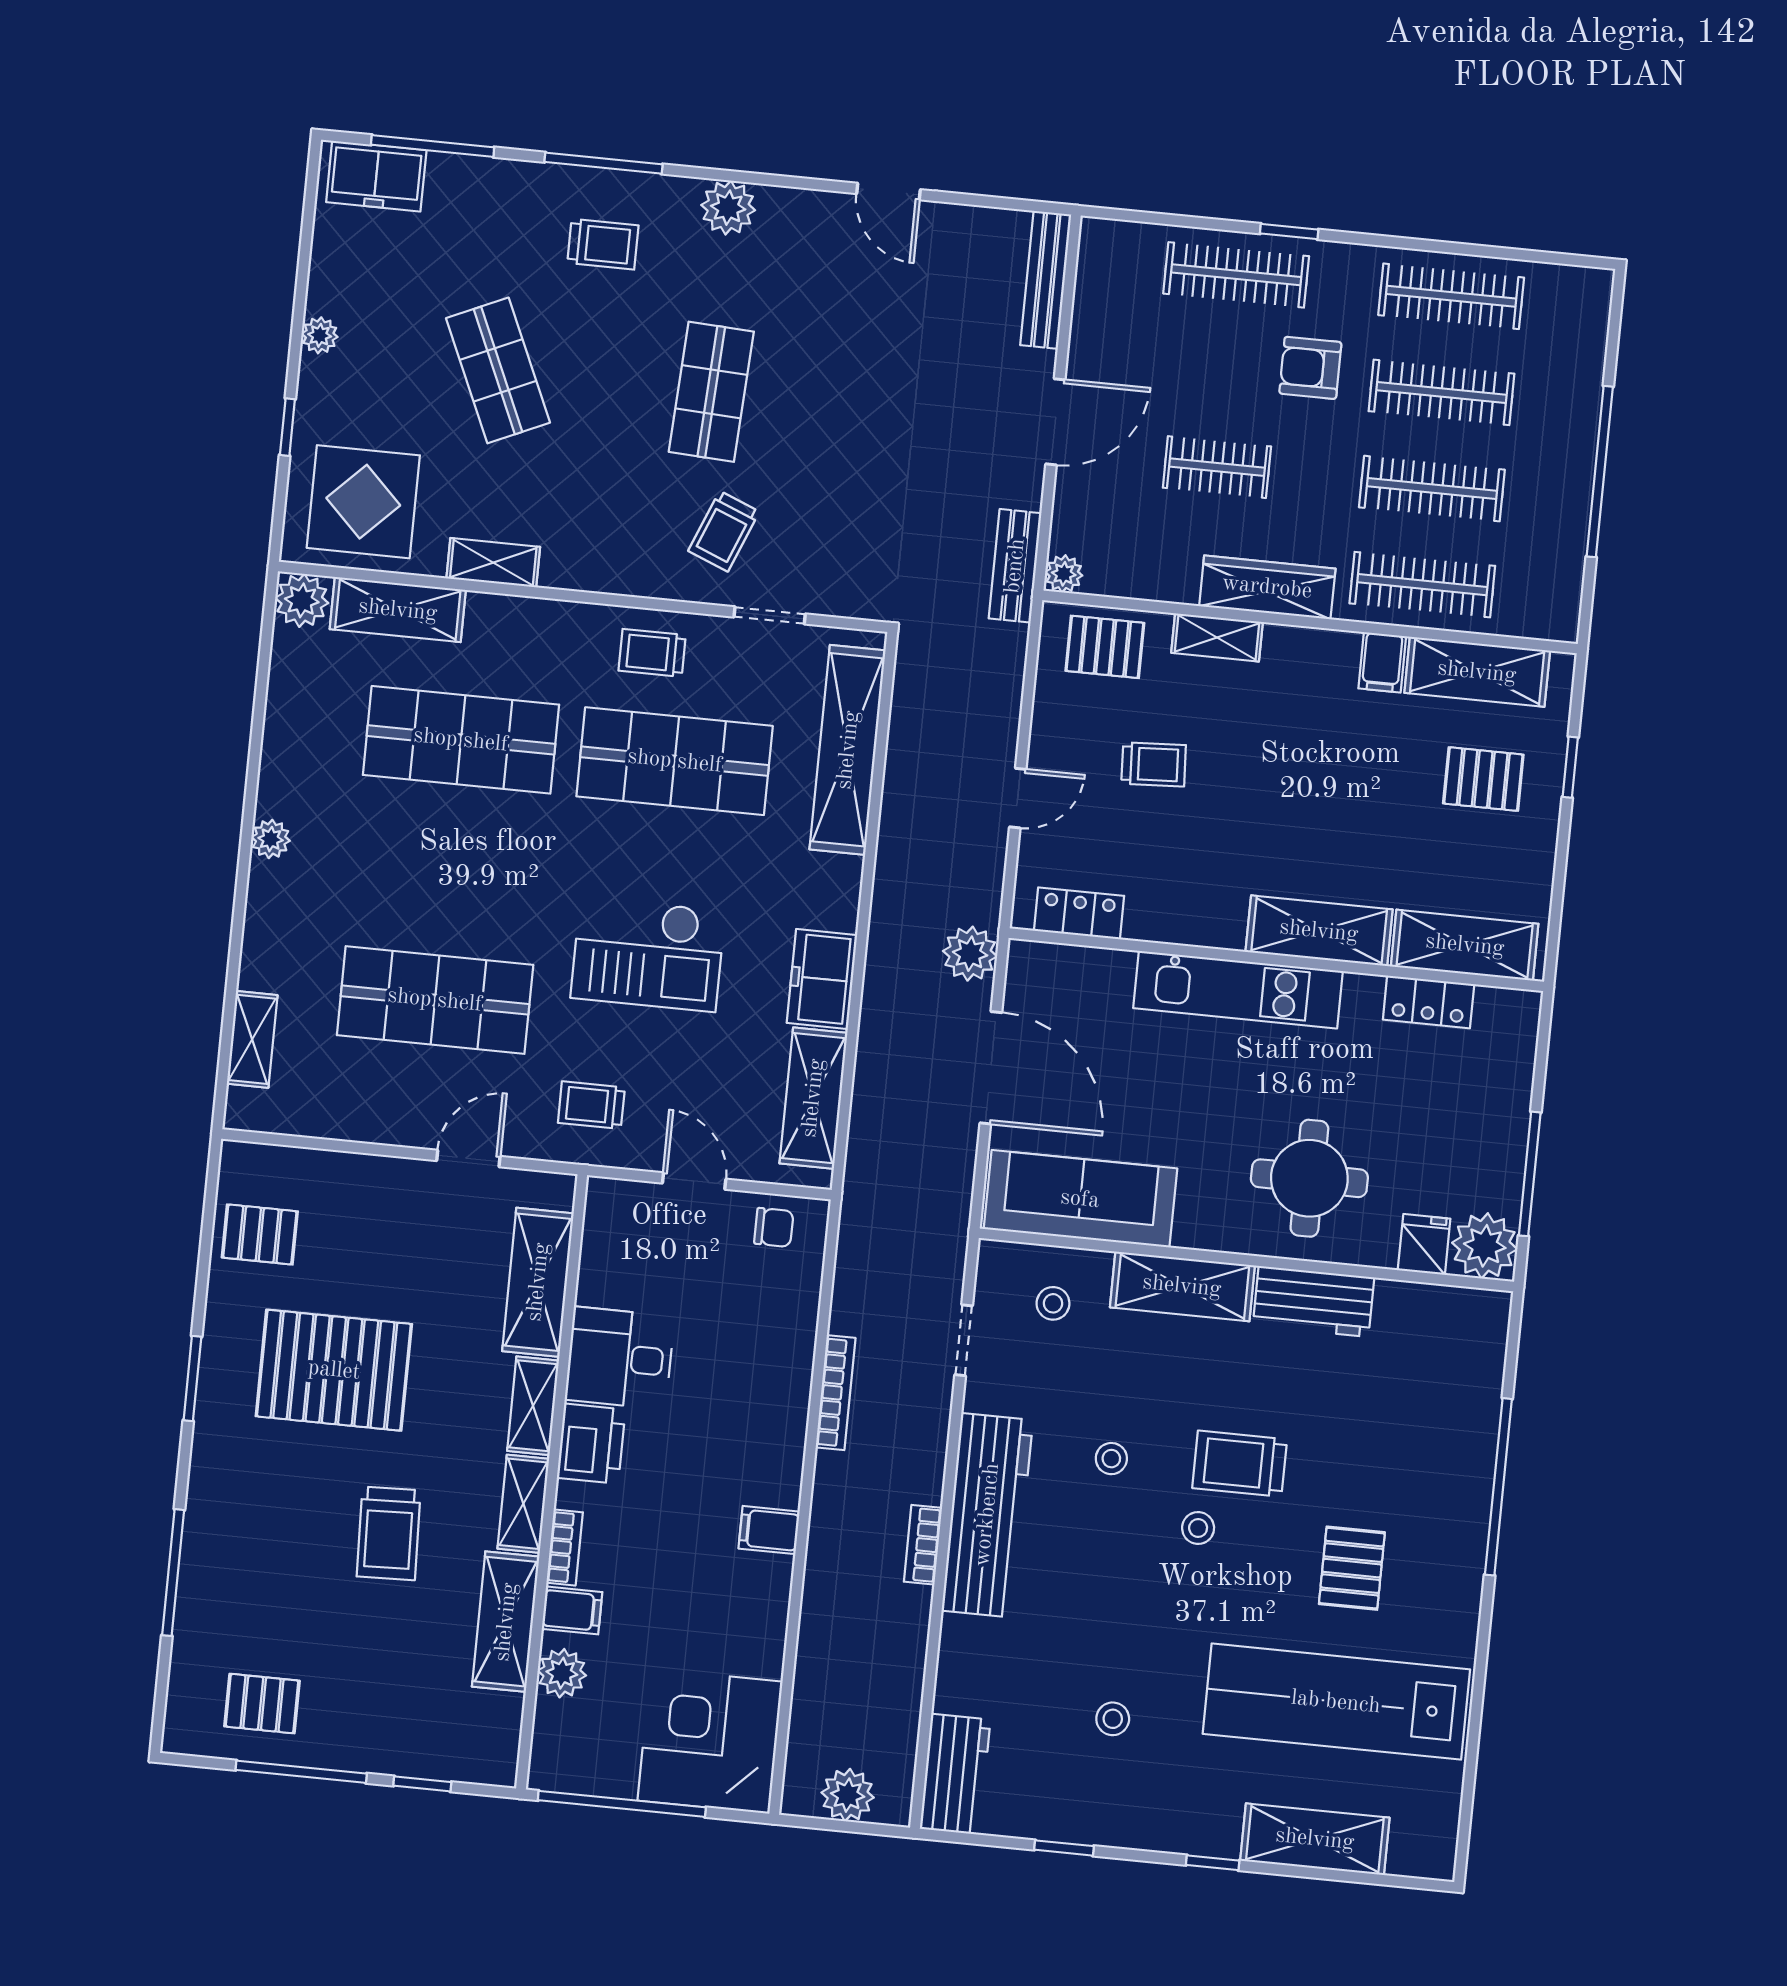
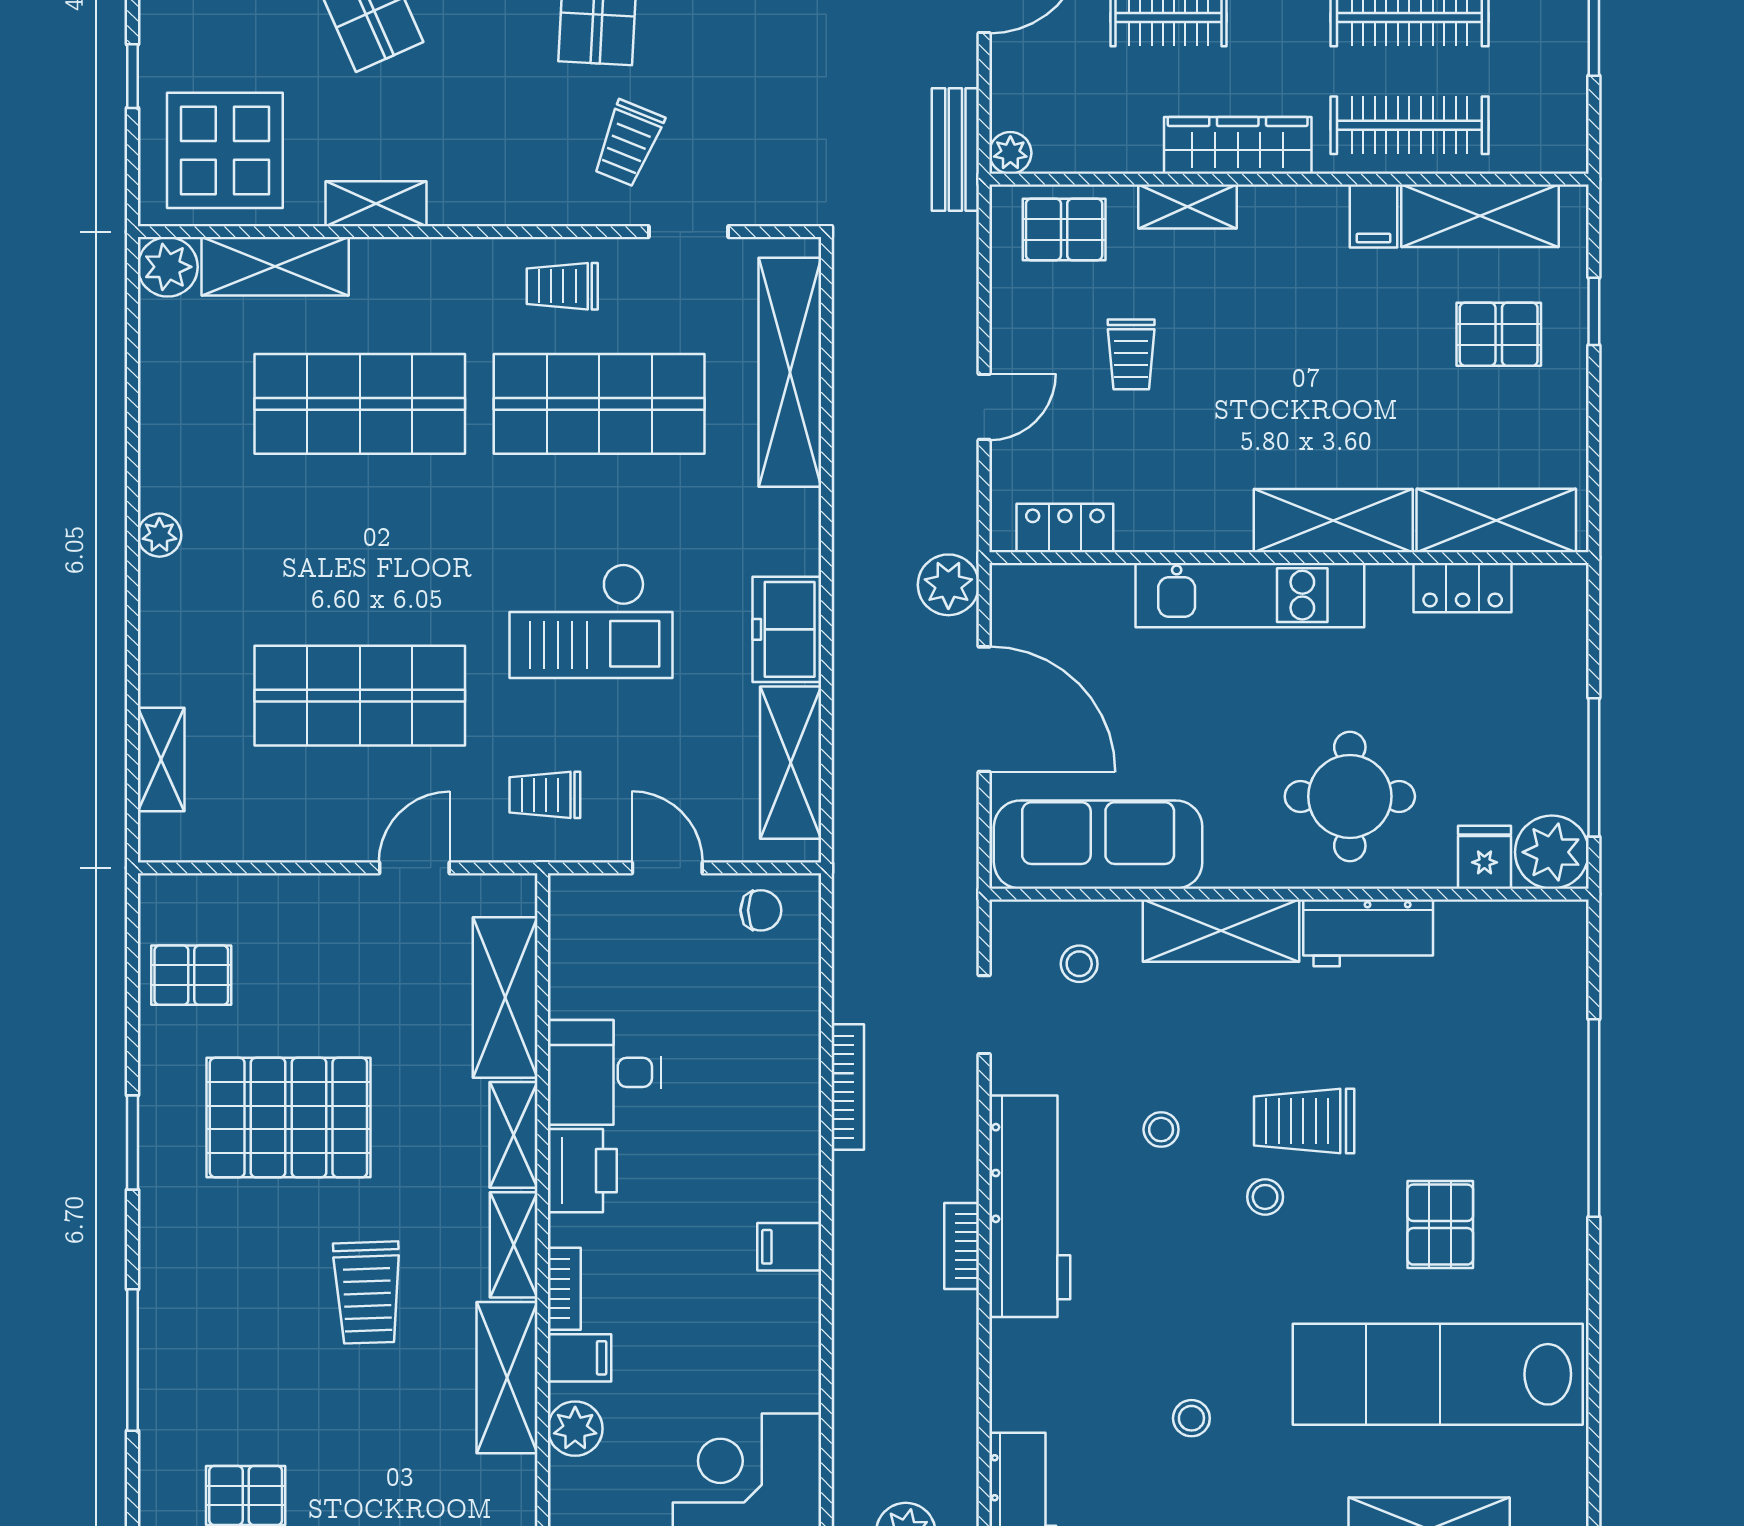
trolley: (1154, 764) -> (1131, 354), turned 93

